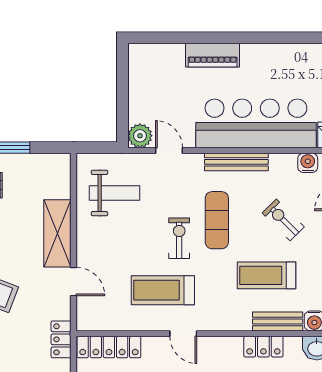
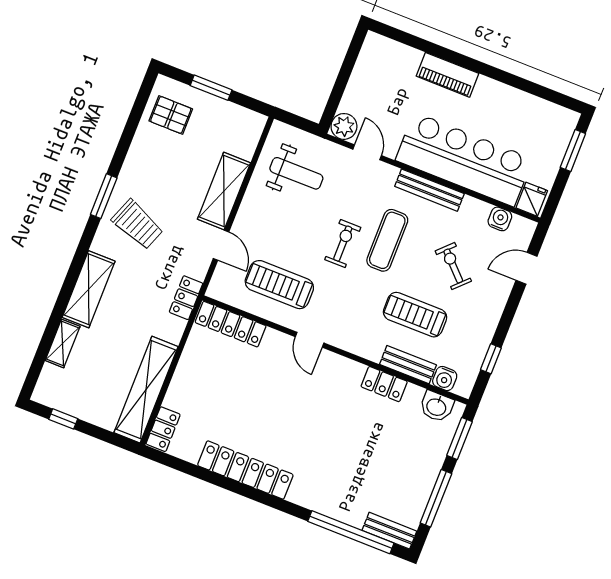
treadmill: (163, 290) -> (279, 285), moved

